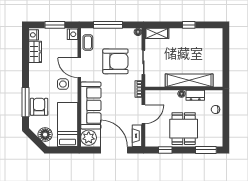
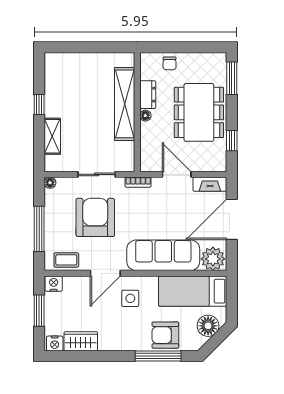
shelving: (157, 33) -> (52, 136), moved
dining table: (184, 129) -> (199, 112), width x1.38

